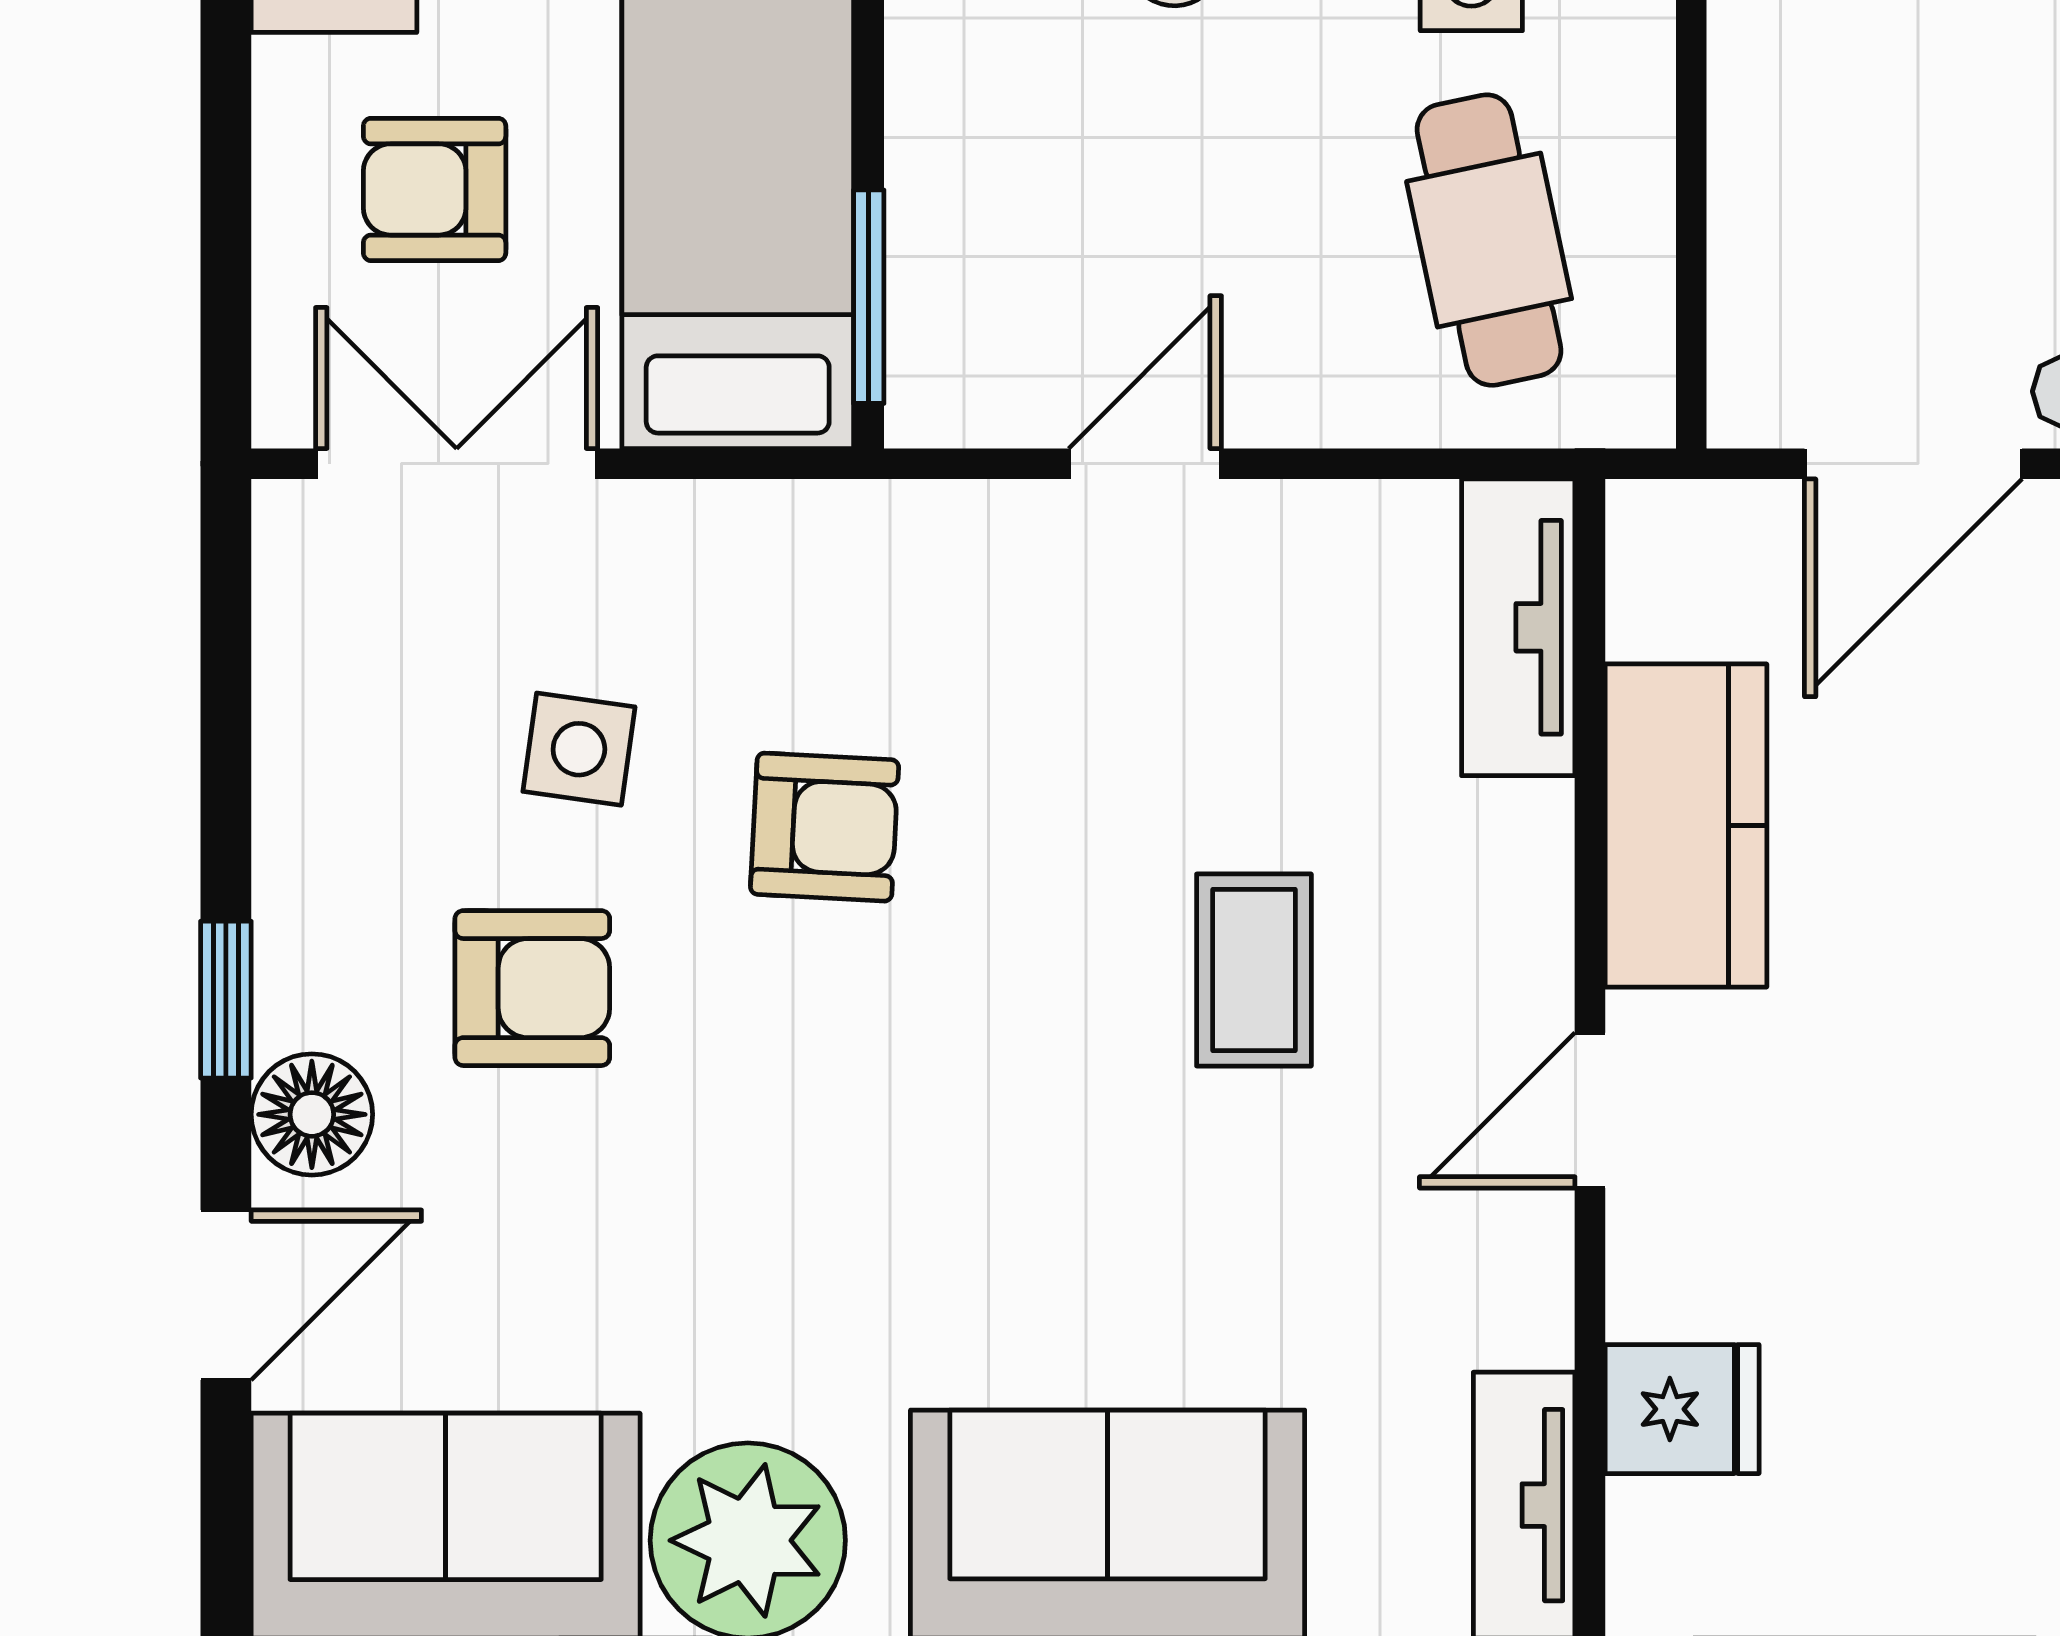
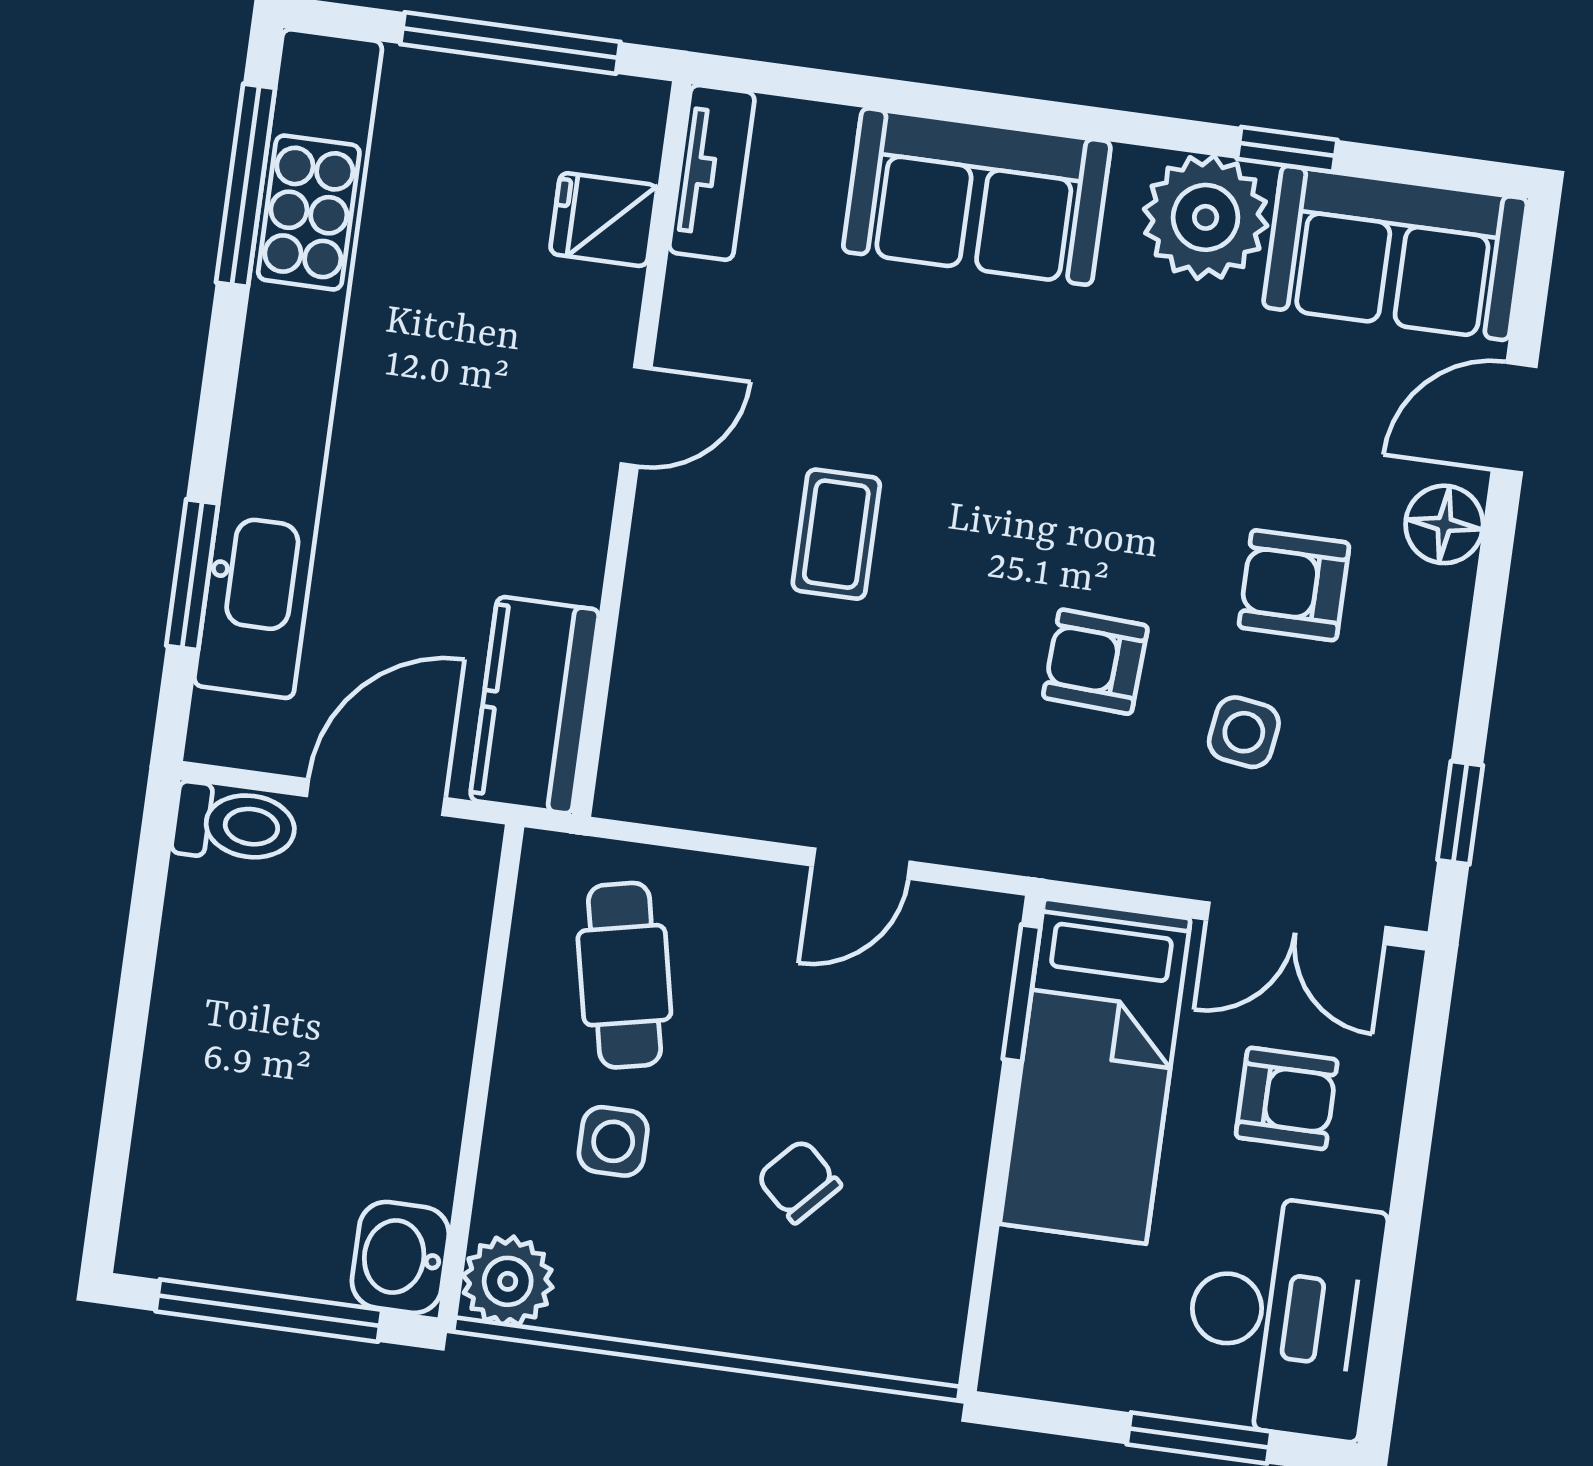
tv unit: (1518, 627) -> (640, 728), removed
kitchen counter: (1686, 825) -> (535, 705), moved
window: (226, 1000) -> (1460, 813), moved

